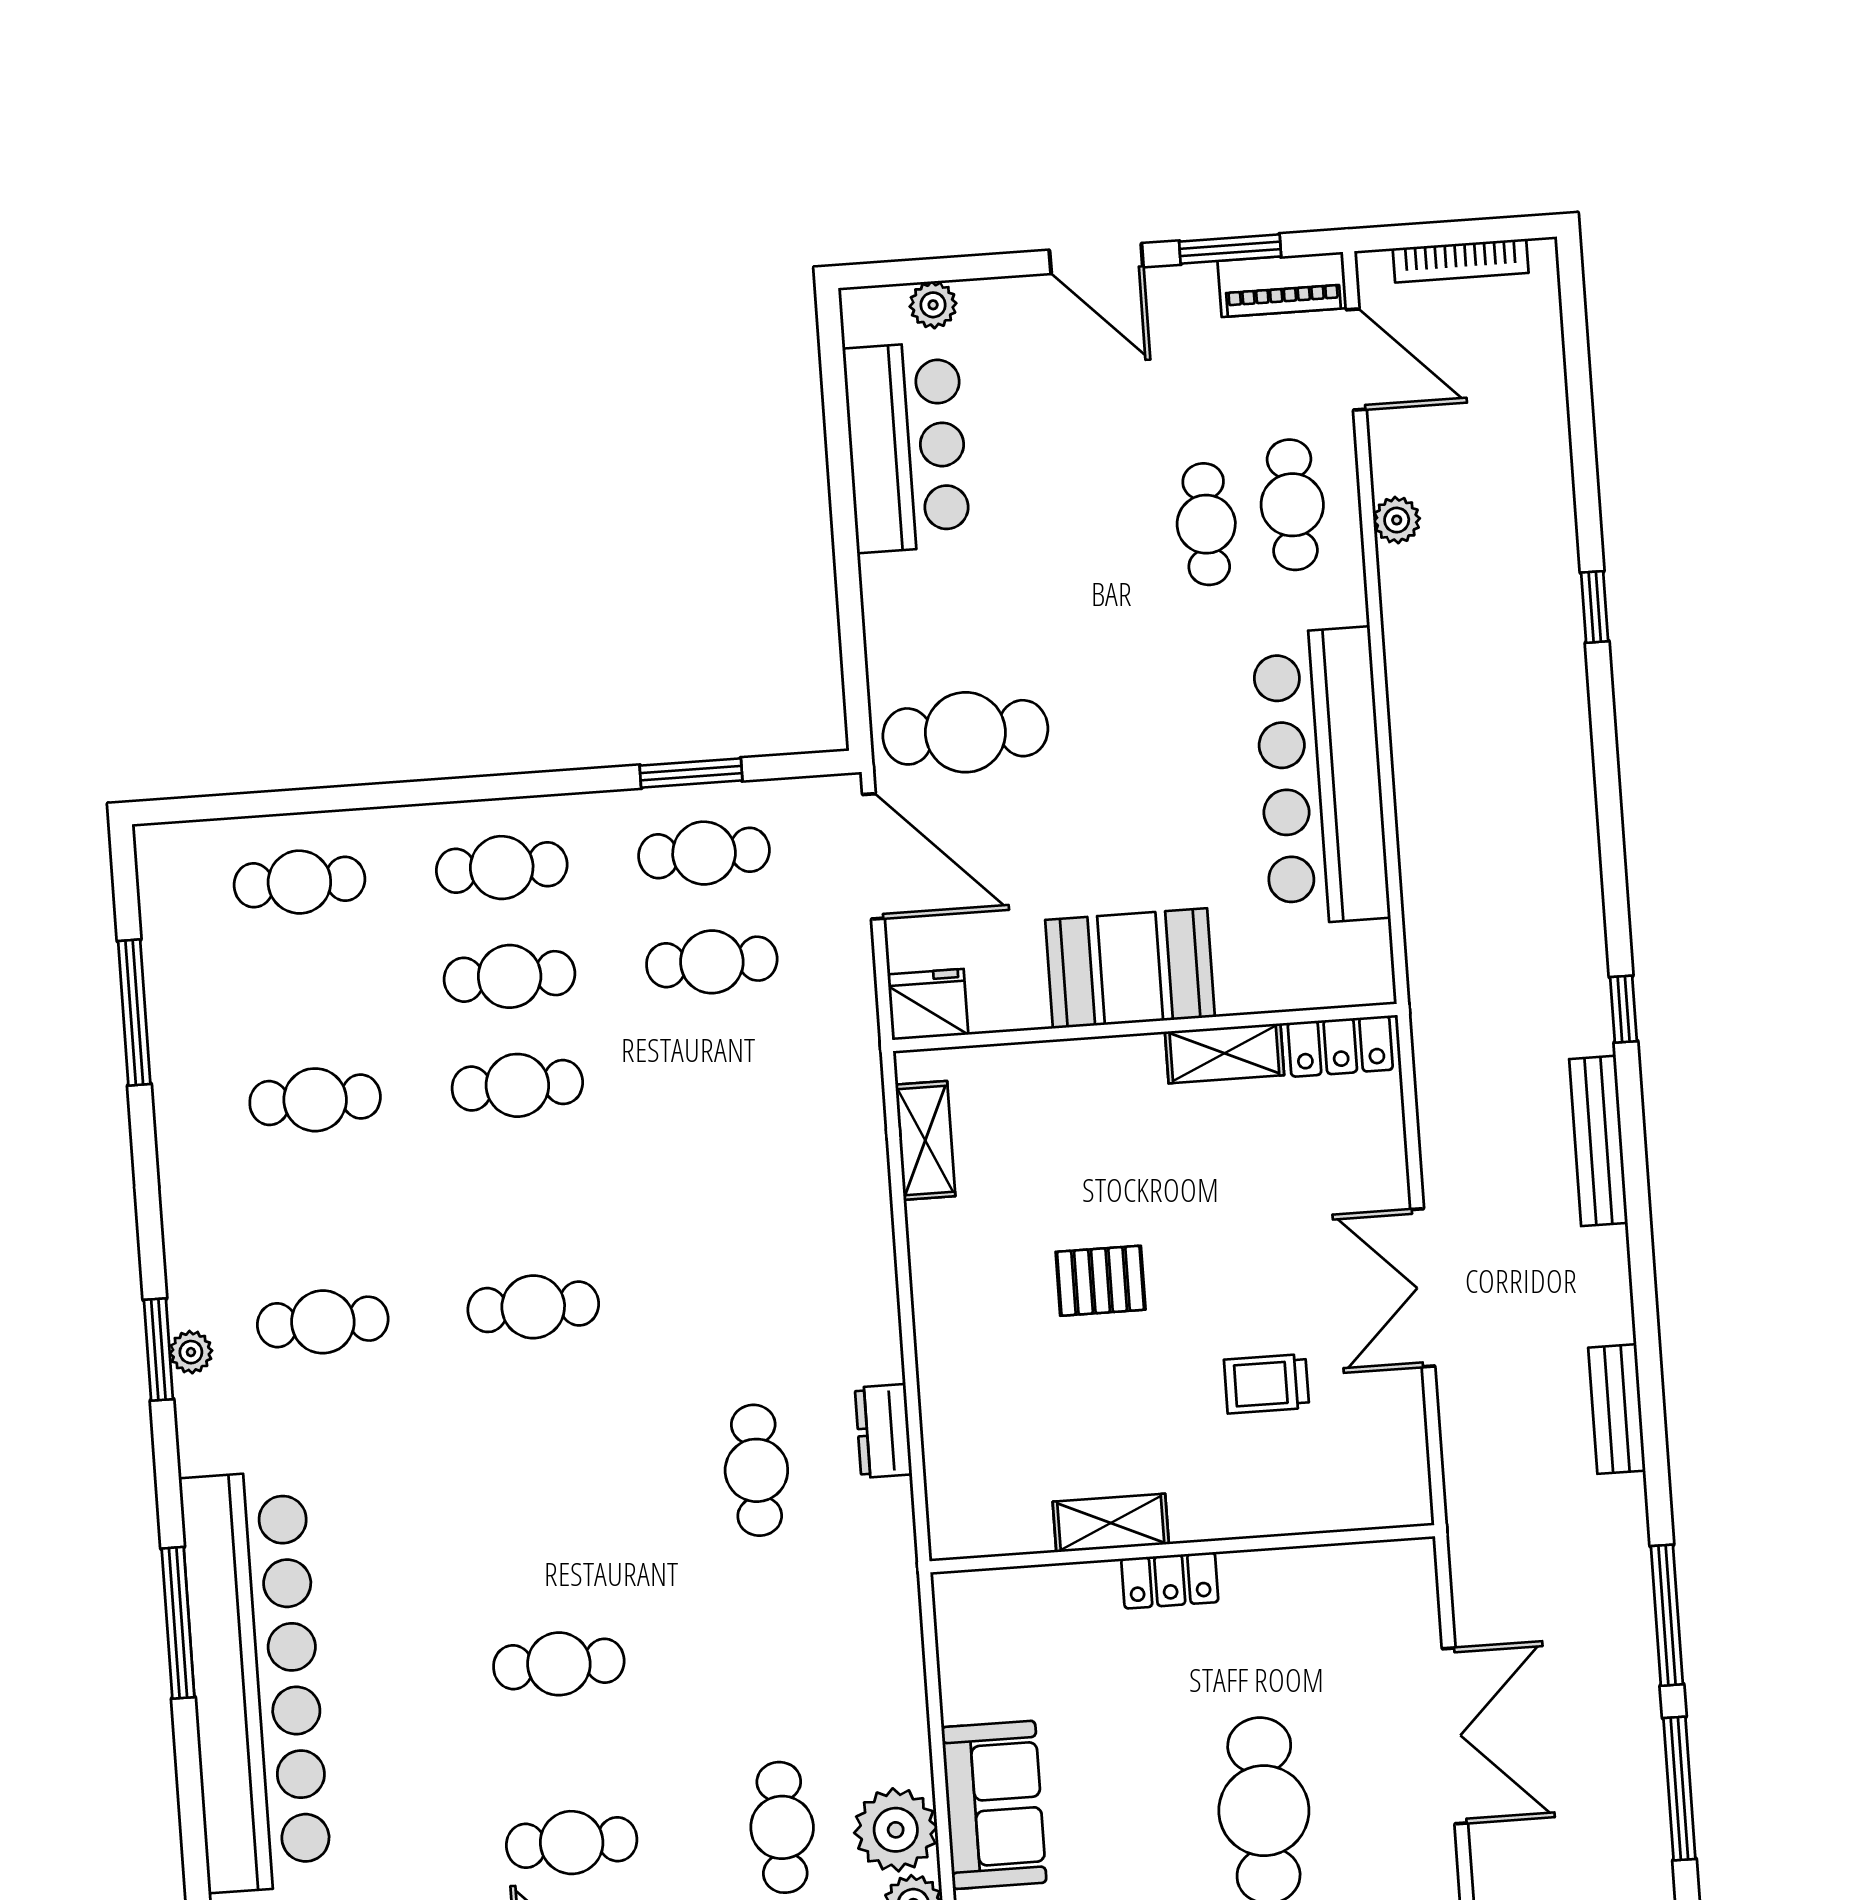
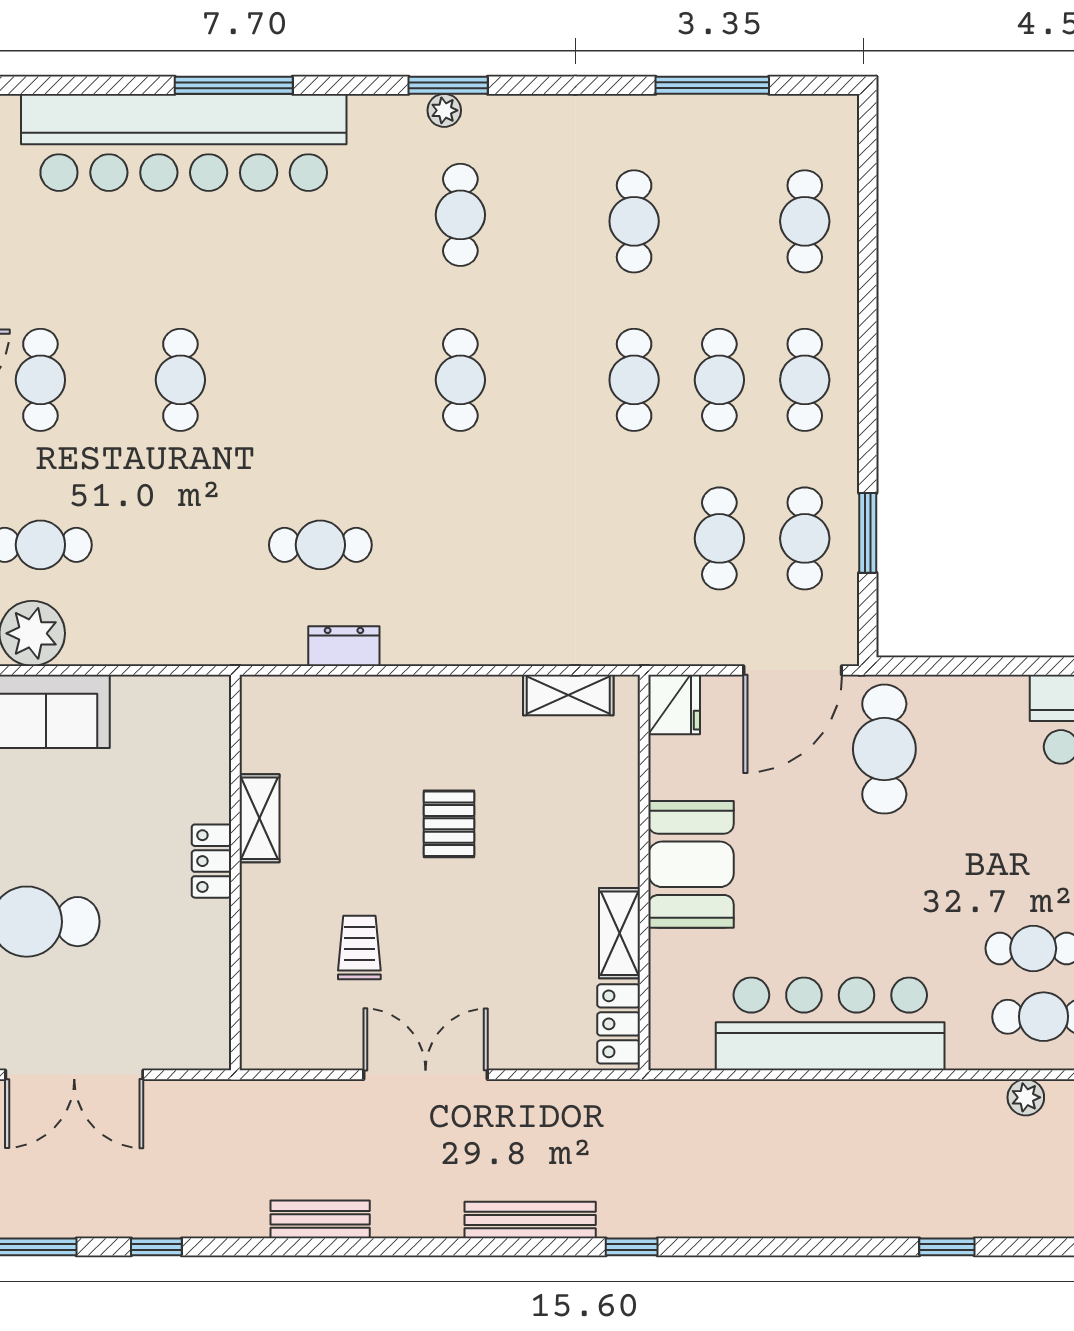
window: (1667, 1615) -> (156, 1247), width x0.46

